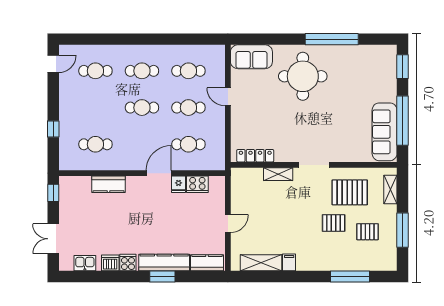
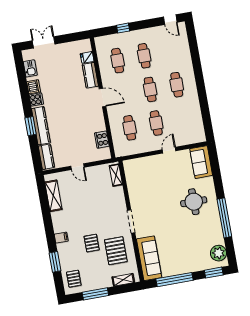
plant: (378, 55) -> (218, 253), added
cafe table: (95, 71) -> (144, 56), moved
cafe table: (188, 71) -> (183, 118), removed
round table: (303, 76) -> (194, 202), width x0.73, depth x0.73
sofa: (385, 132) -> (149, 258), moved, turned 90
locker: (255, 156) -> (130, 178), removed
door: (159, 173) -> (103, 97), moved
shelving: (278, 174) -> (116, 175), moved
fridge: (179, 184) -> (87, 57), moved
window: (53, 193) -> (77, 36), removed
pallet: (368, 232) -> (74, 279), moved
filing cabinet: (289, 262) -> (61, 238), moved
window: (350, 277) -> (55, 262), width x0.69

